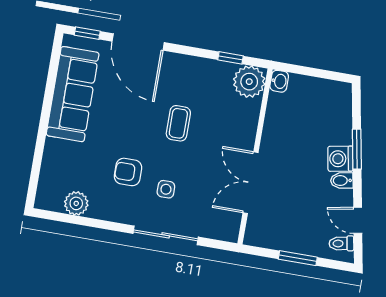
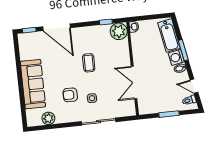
sofa: (73, 94) -> (33, 84), moved
bathtub: (338, 115) -> (169, 35), added

